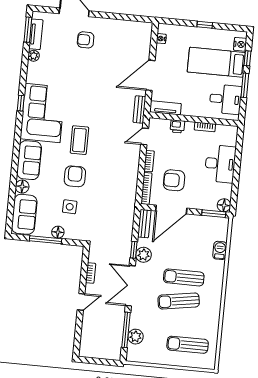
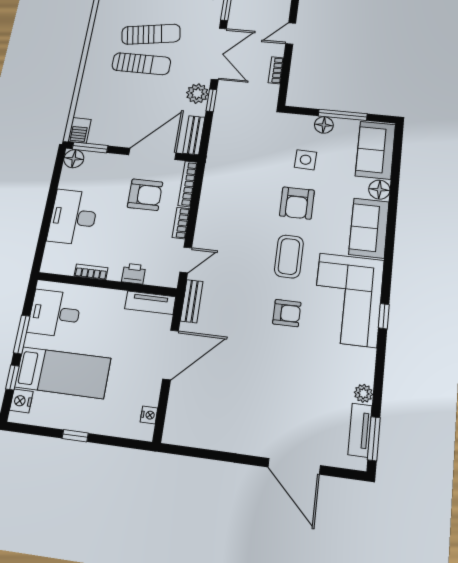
armchair: (86, 40) -> (287, 313), moved
barbecue: (220, 250) -> (79, 130), moved

